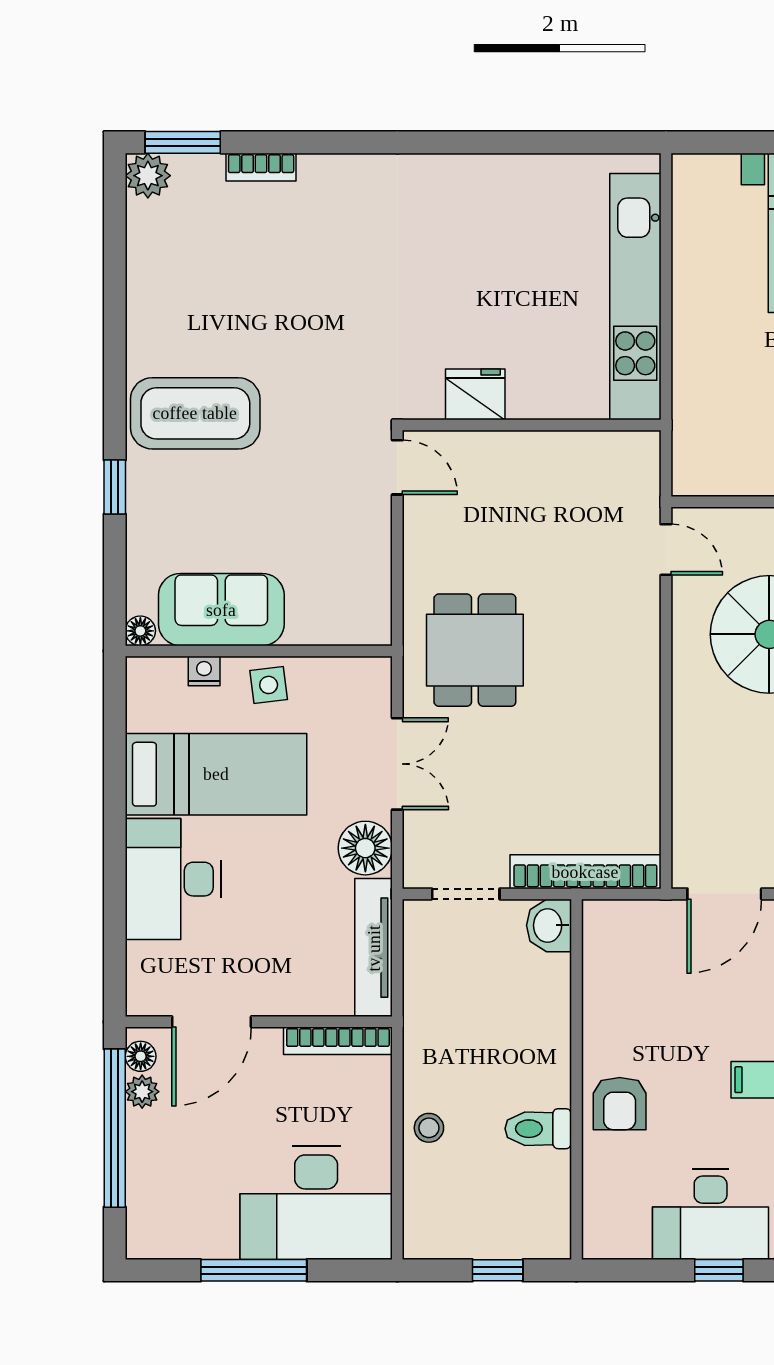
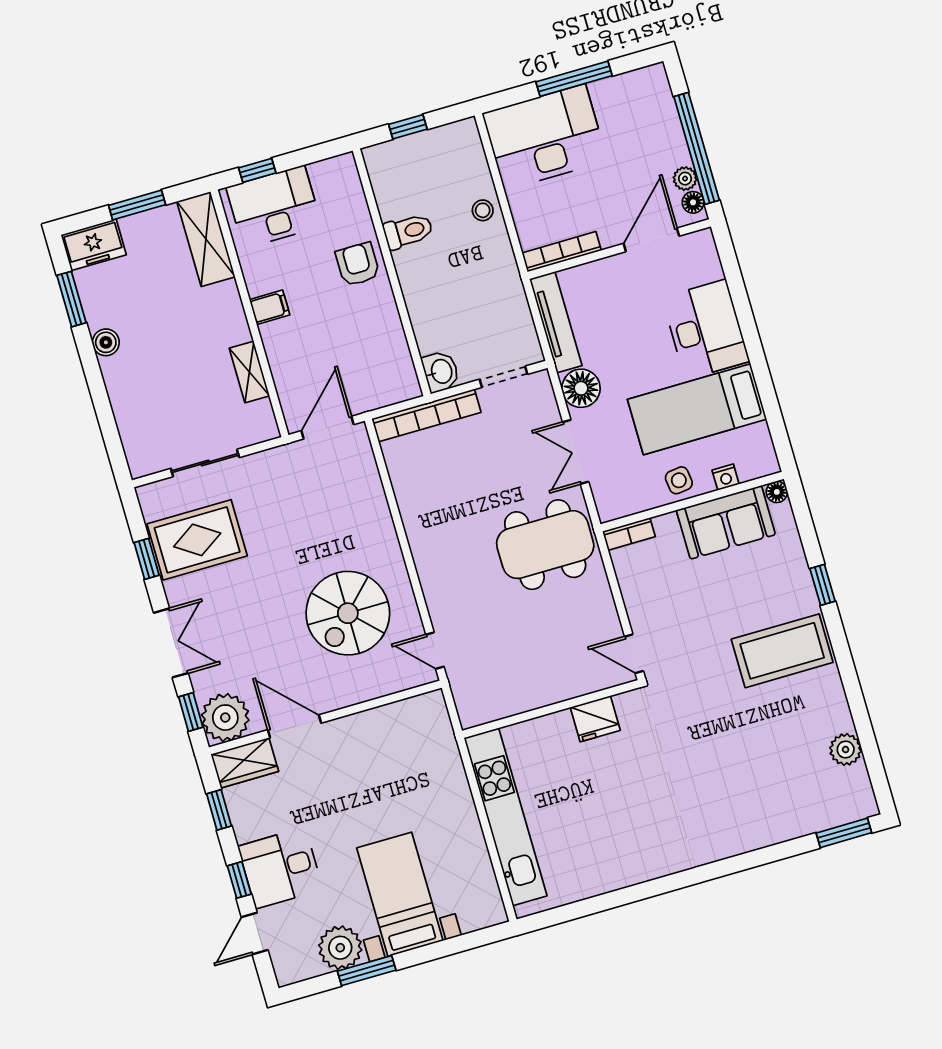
bookcase: (261, 167) -> (629, 534), moved, turned 180
plant: (148, 176) -> (846, 749), moved
dining table: (475, 650) -> (545, 545), width x1.37

